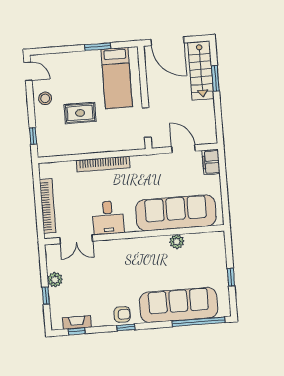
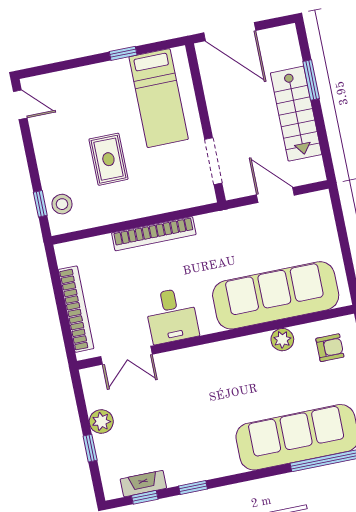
window: (98, 47) -> (123, 53), width x0.67
stairs: (201, 71) -> (296, 114), moved
stool: (45, 98) -> (62, 204), moved
rug: (80, 113) -> (108, 159), turned 90
filing cabinet: (211, 162) -> (320, 210), removed
armchair: (122, 314) -> (330, 348), moved
window: (126, 327) -> (193, 487), moved

